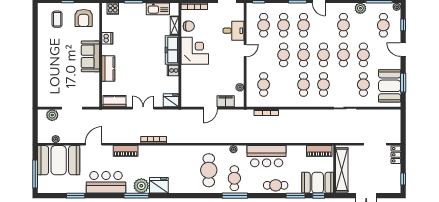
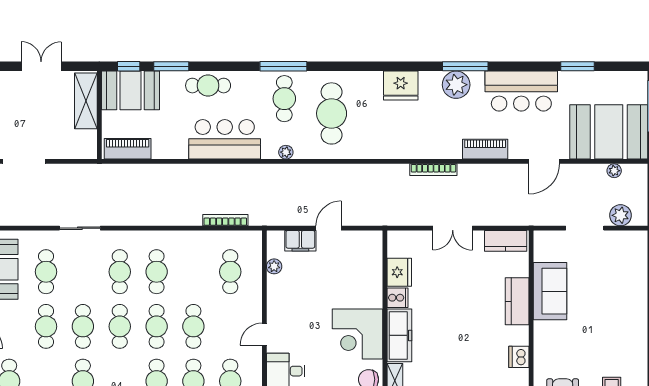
sofa: (90, 56) -> (550, 291), moved
fridge: (171, 100) -> (399, 272), moved, turned -90
shelving: (342, 170) -> (86, 101), width x0.68
fridge: (159, 185) -> (401, 86), moved

